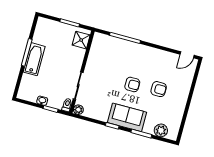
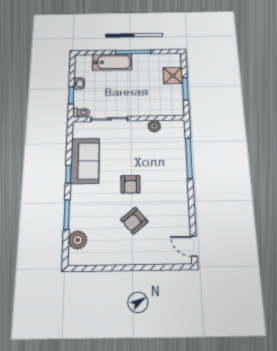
shower: (81, 40) -> (173, 76), moved
bathtub: (34, 59) -> (112, 62), moved
armchair: (159, 89) -> (134, 221), turned 50
plant: (78, 110) -> (154, 126), moved
sofa: (127, 117) -> (85, 161), moved

